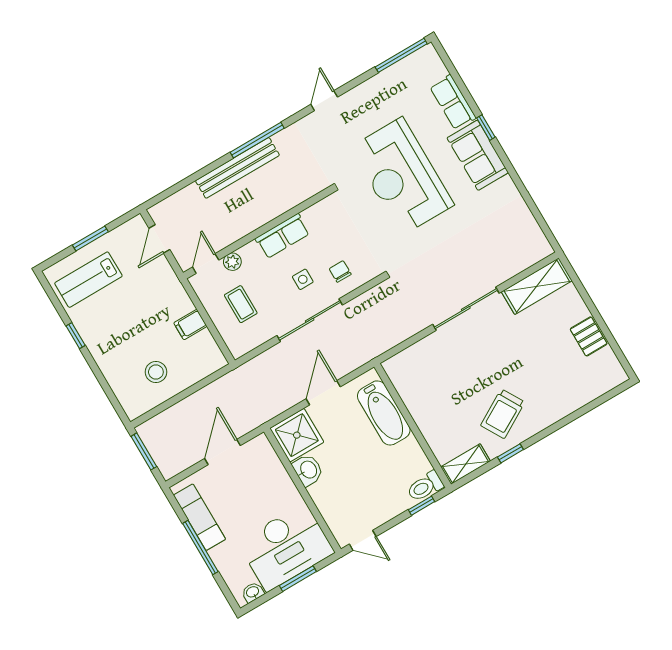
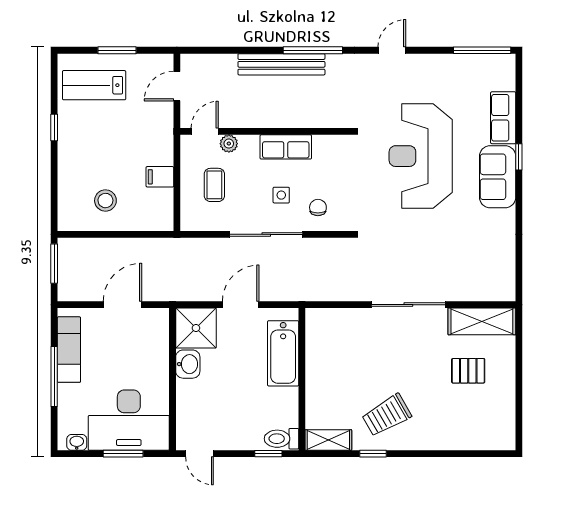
pallet: (589, 336) -> (468, 371), moved, turned 90

